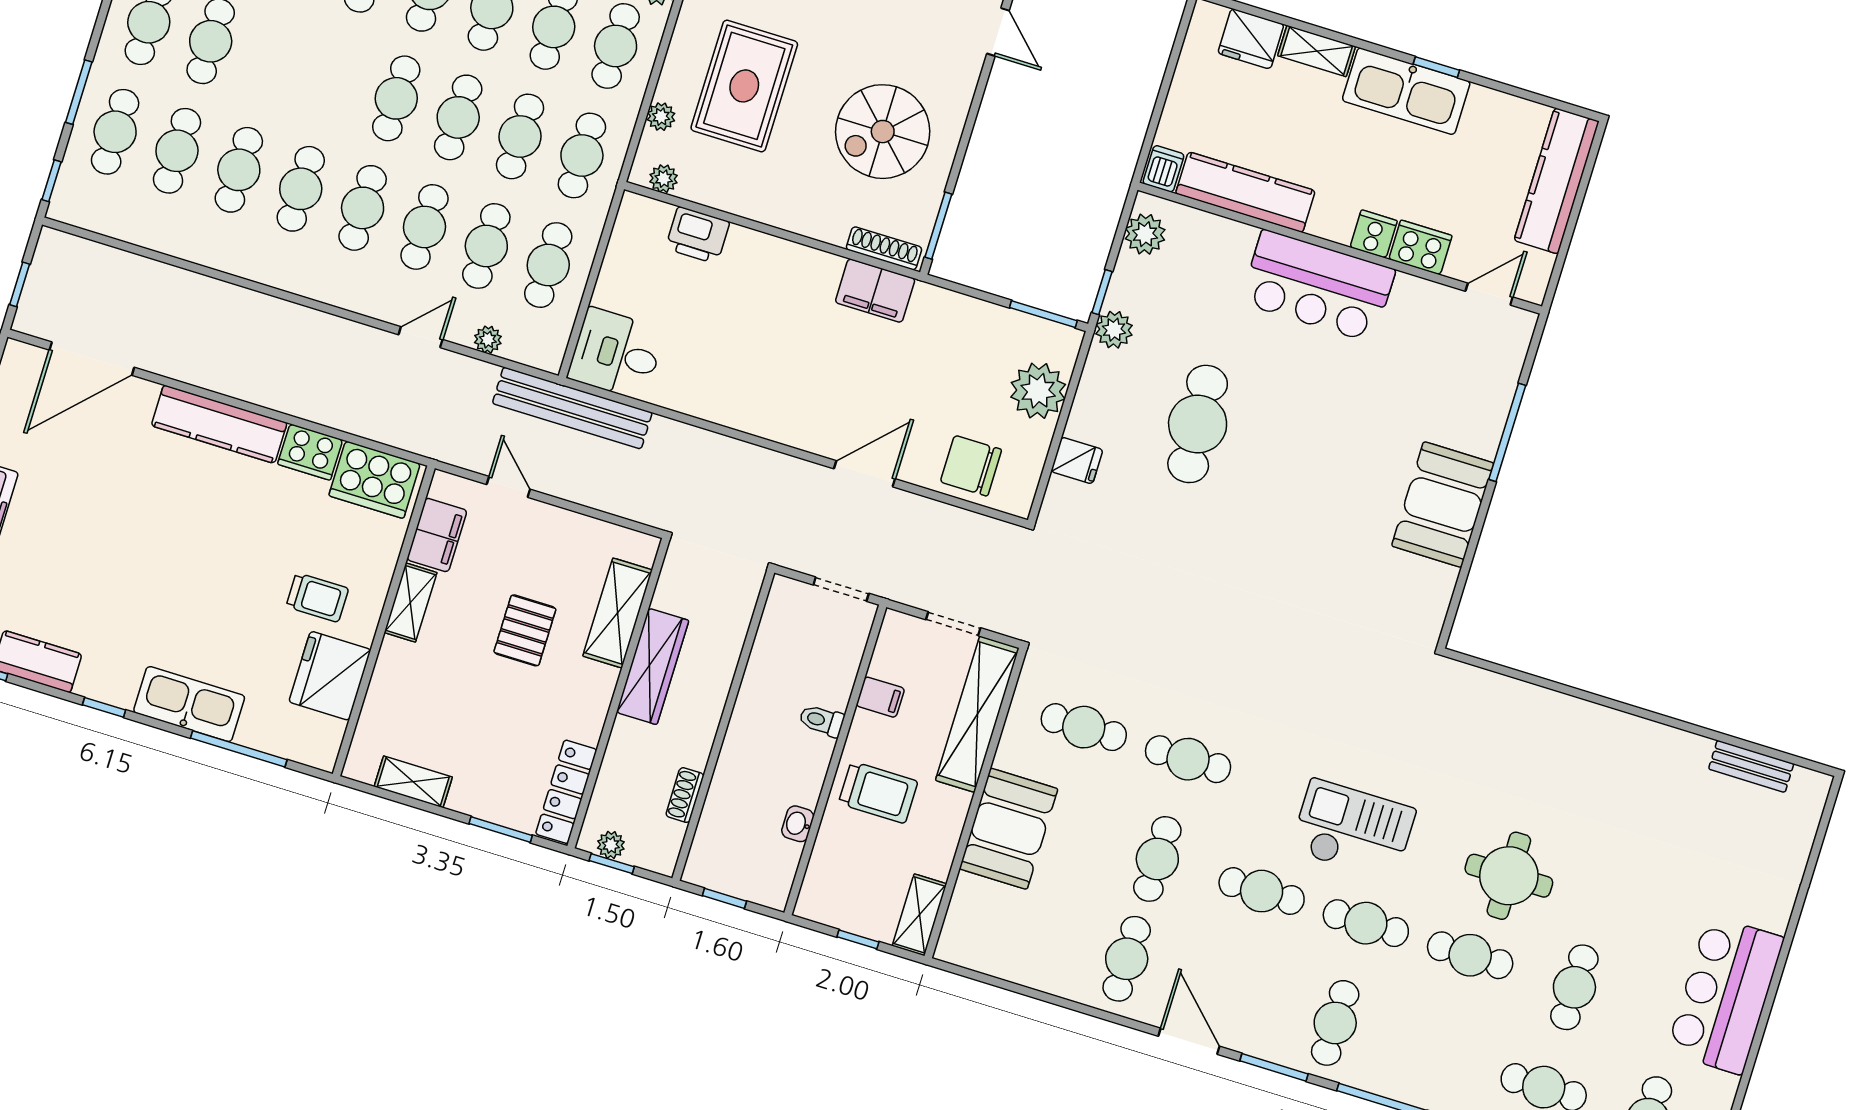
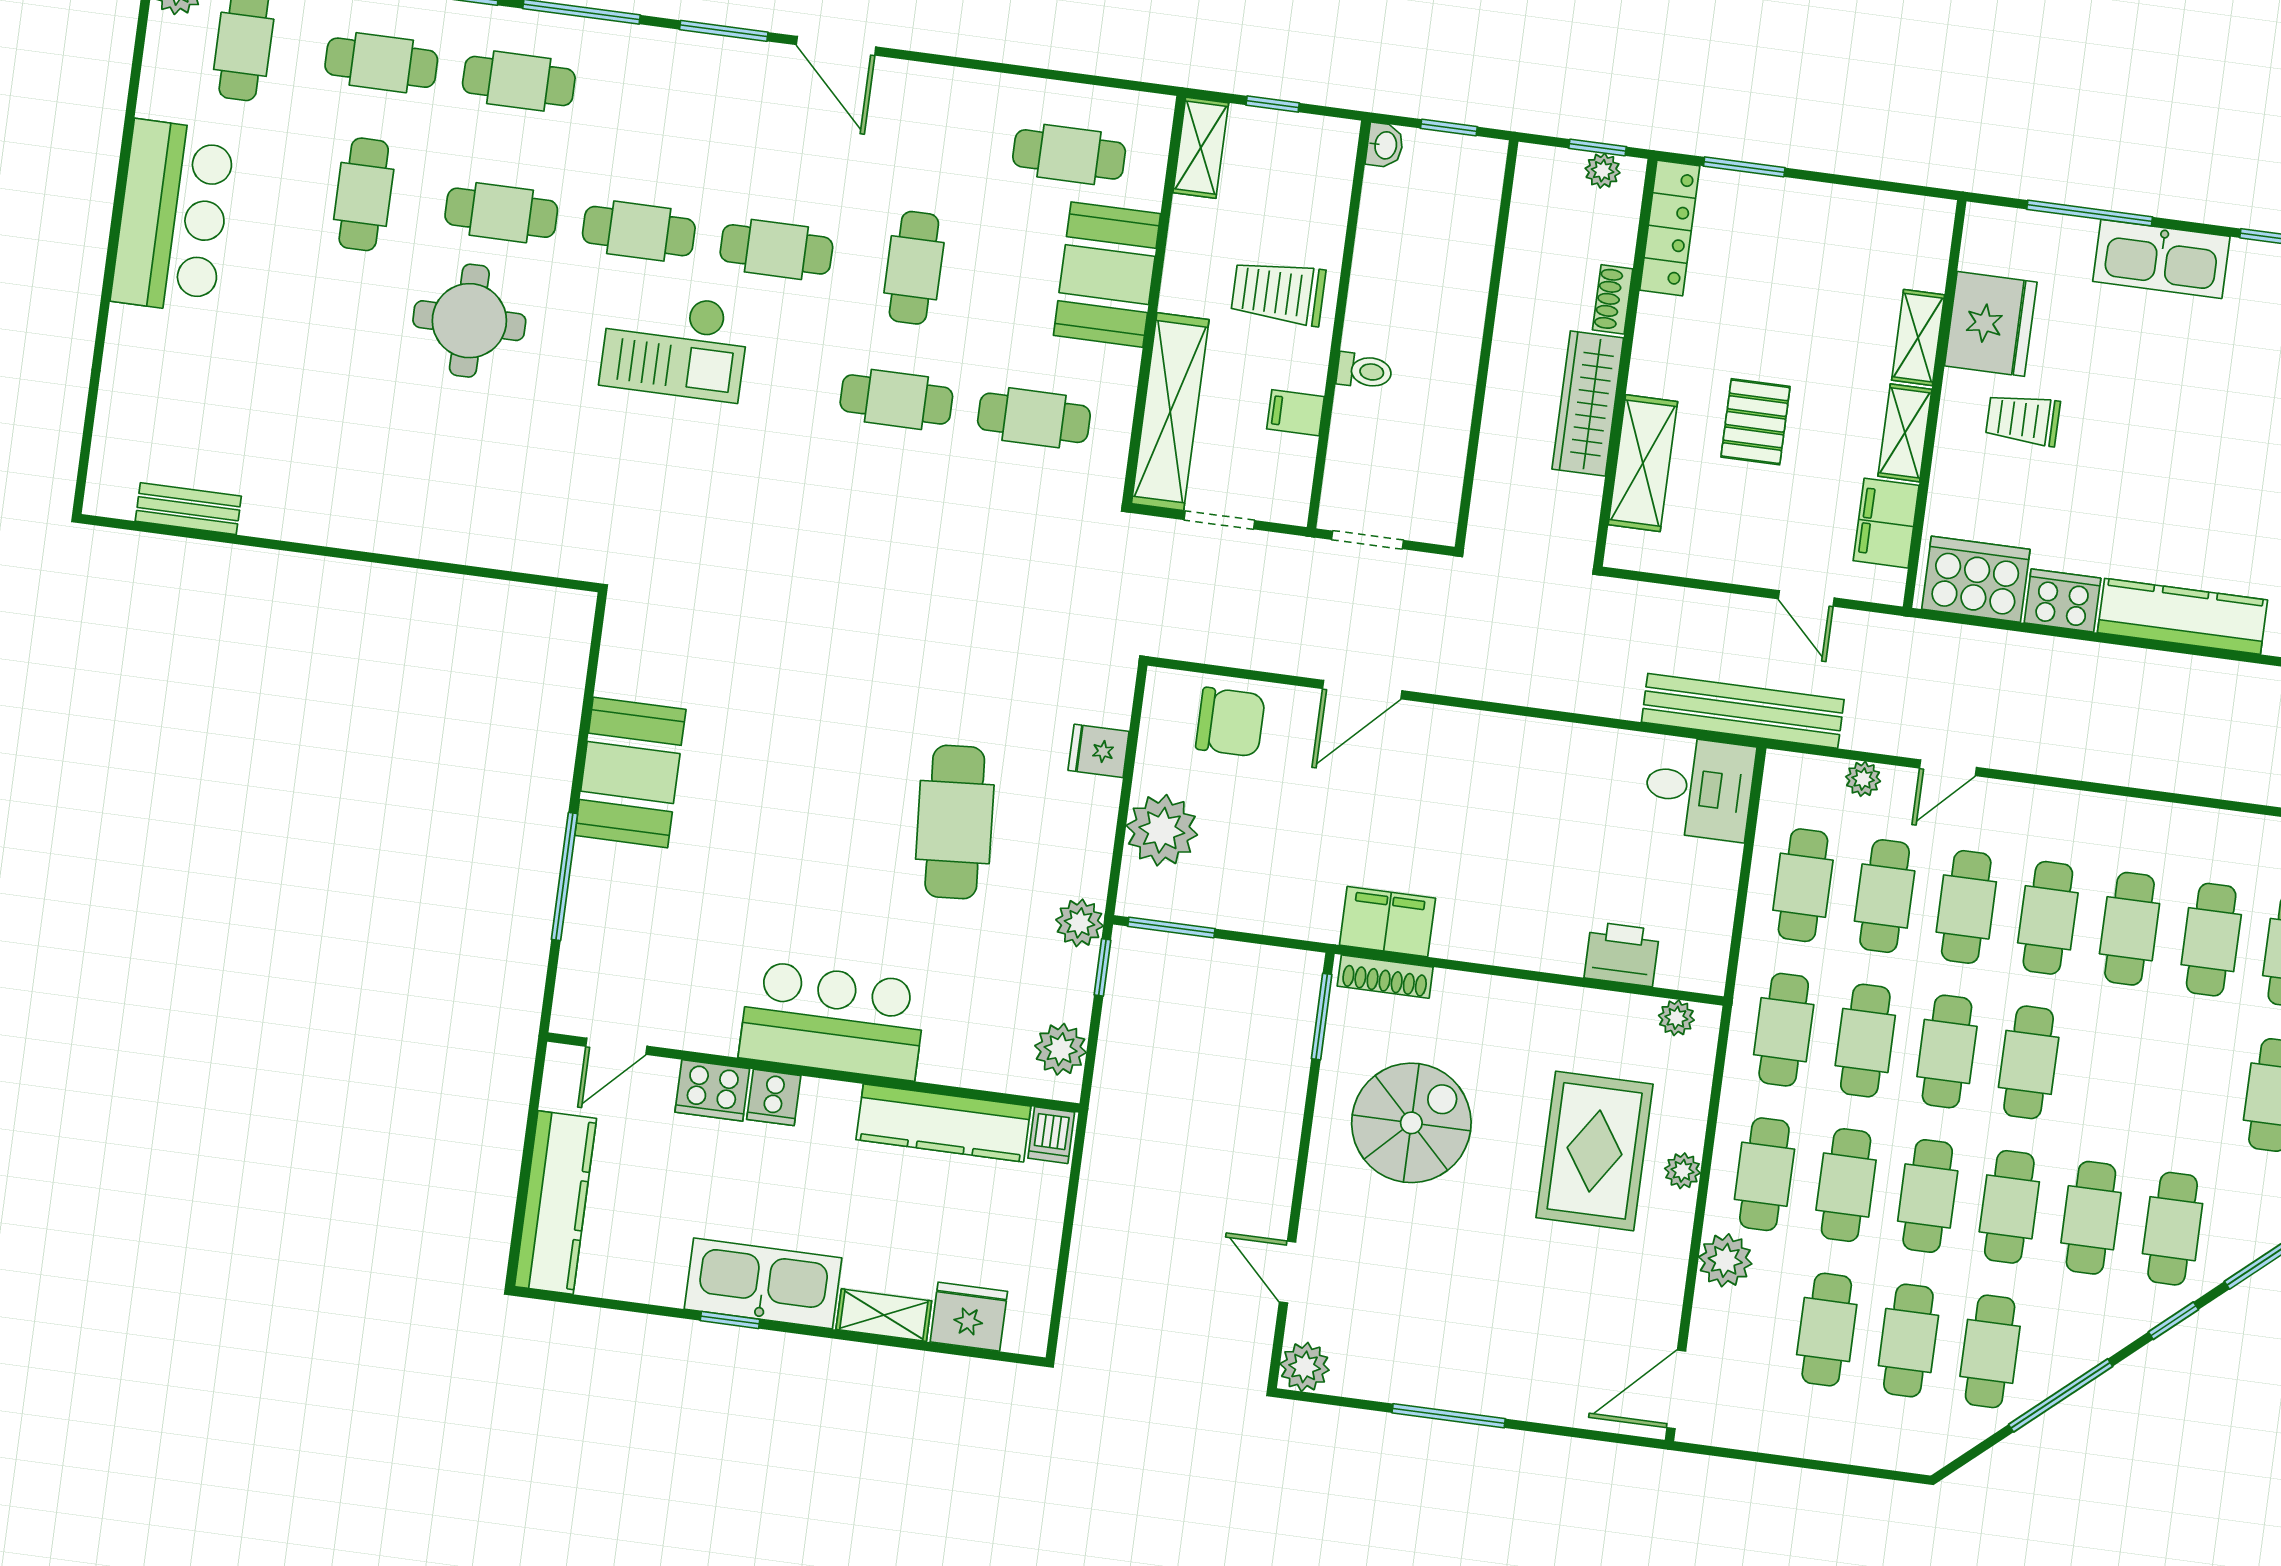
plant: (661, 117) -> (1682, 1171), moved
shelving: (413, 782) -> (1918, 338), moved, turned 90
shoe rack: (685, 795) -> (1613, 299), moved, turned 180
washbasin: (798, 824) -> (1385, 145), moved
cafe table: (1127, 959) -> (1069, 154), moved, turned 90
cafe table: (1335, 1023) -> (519, 81), moved, turned 90

